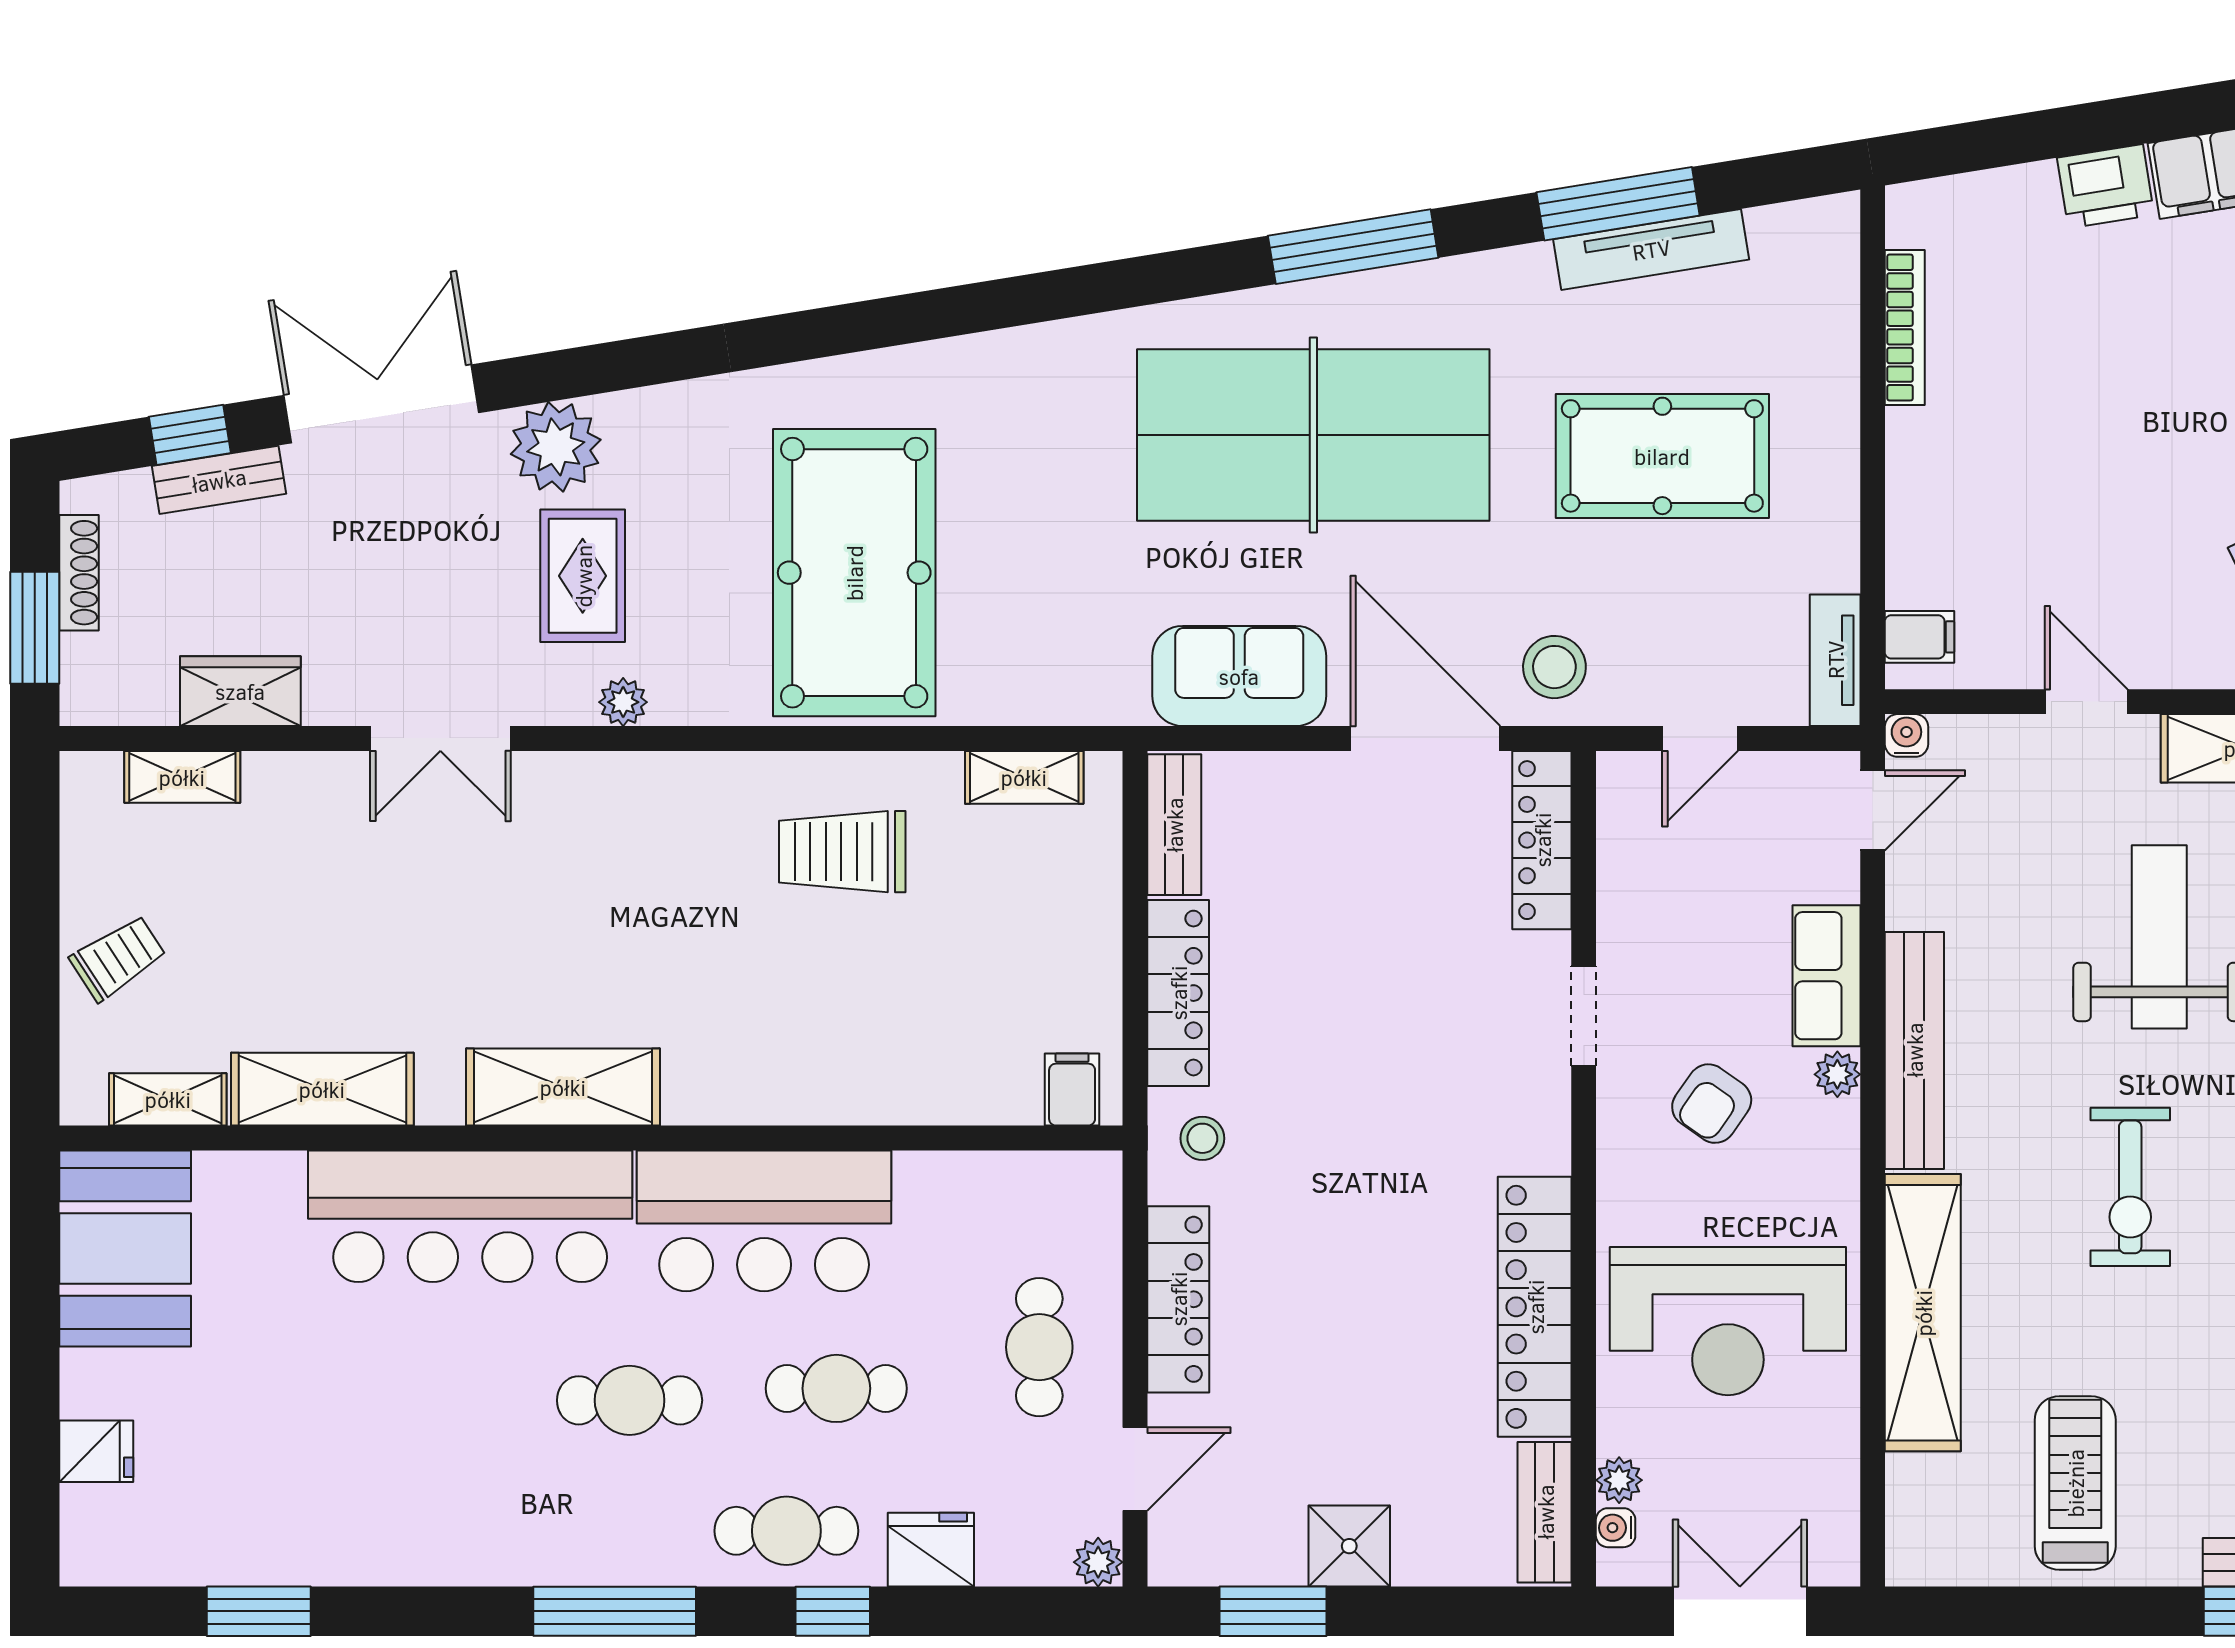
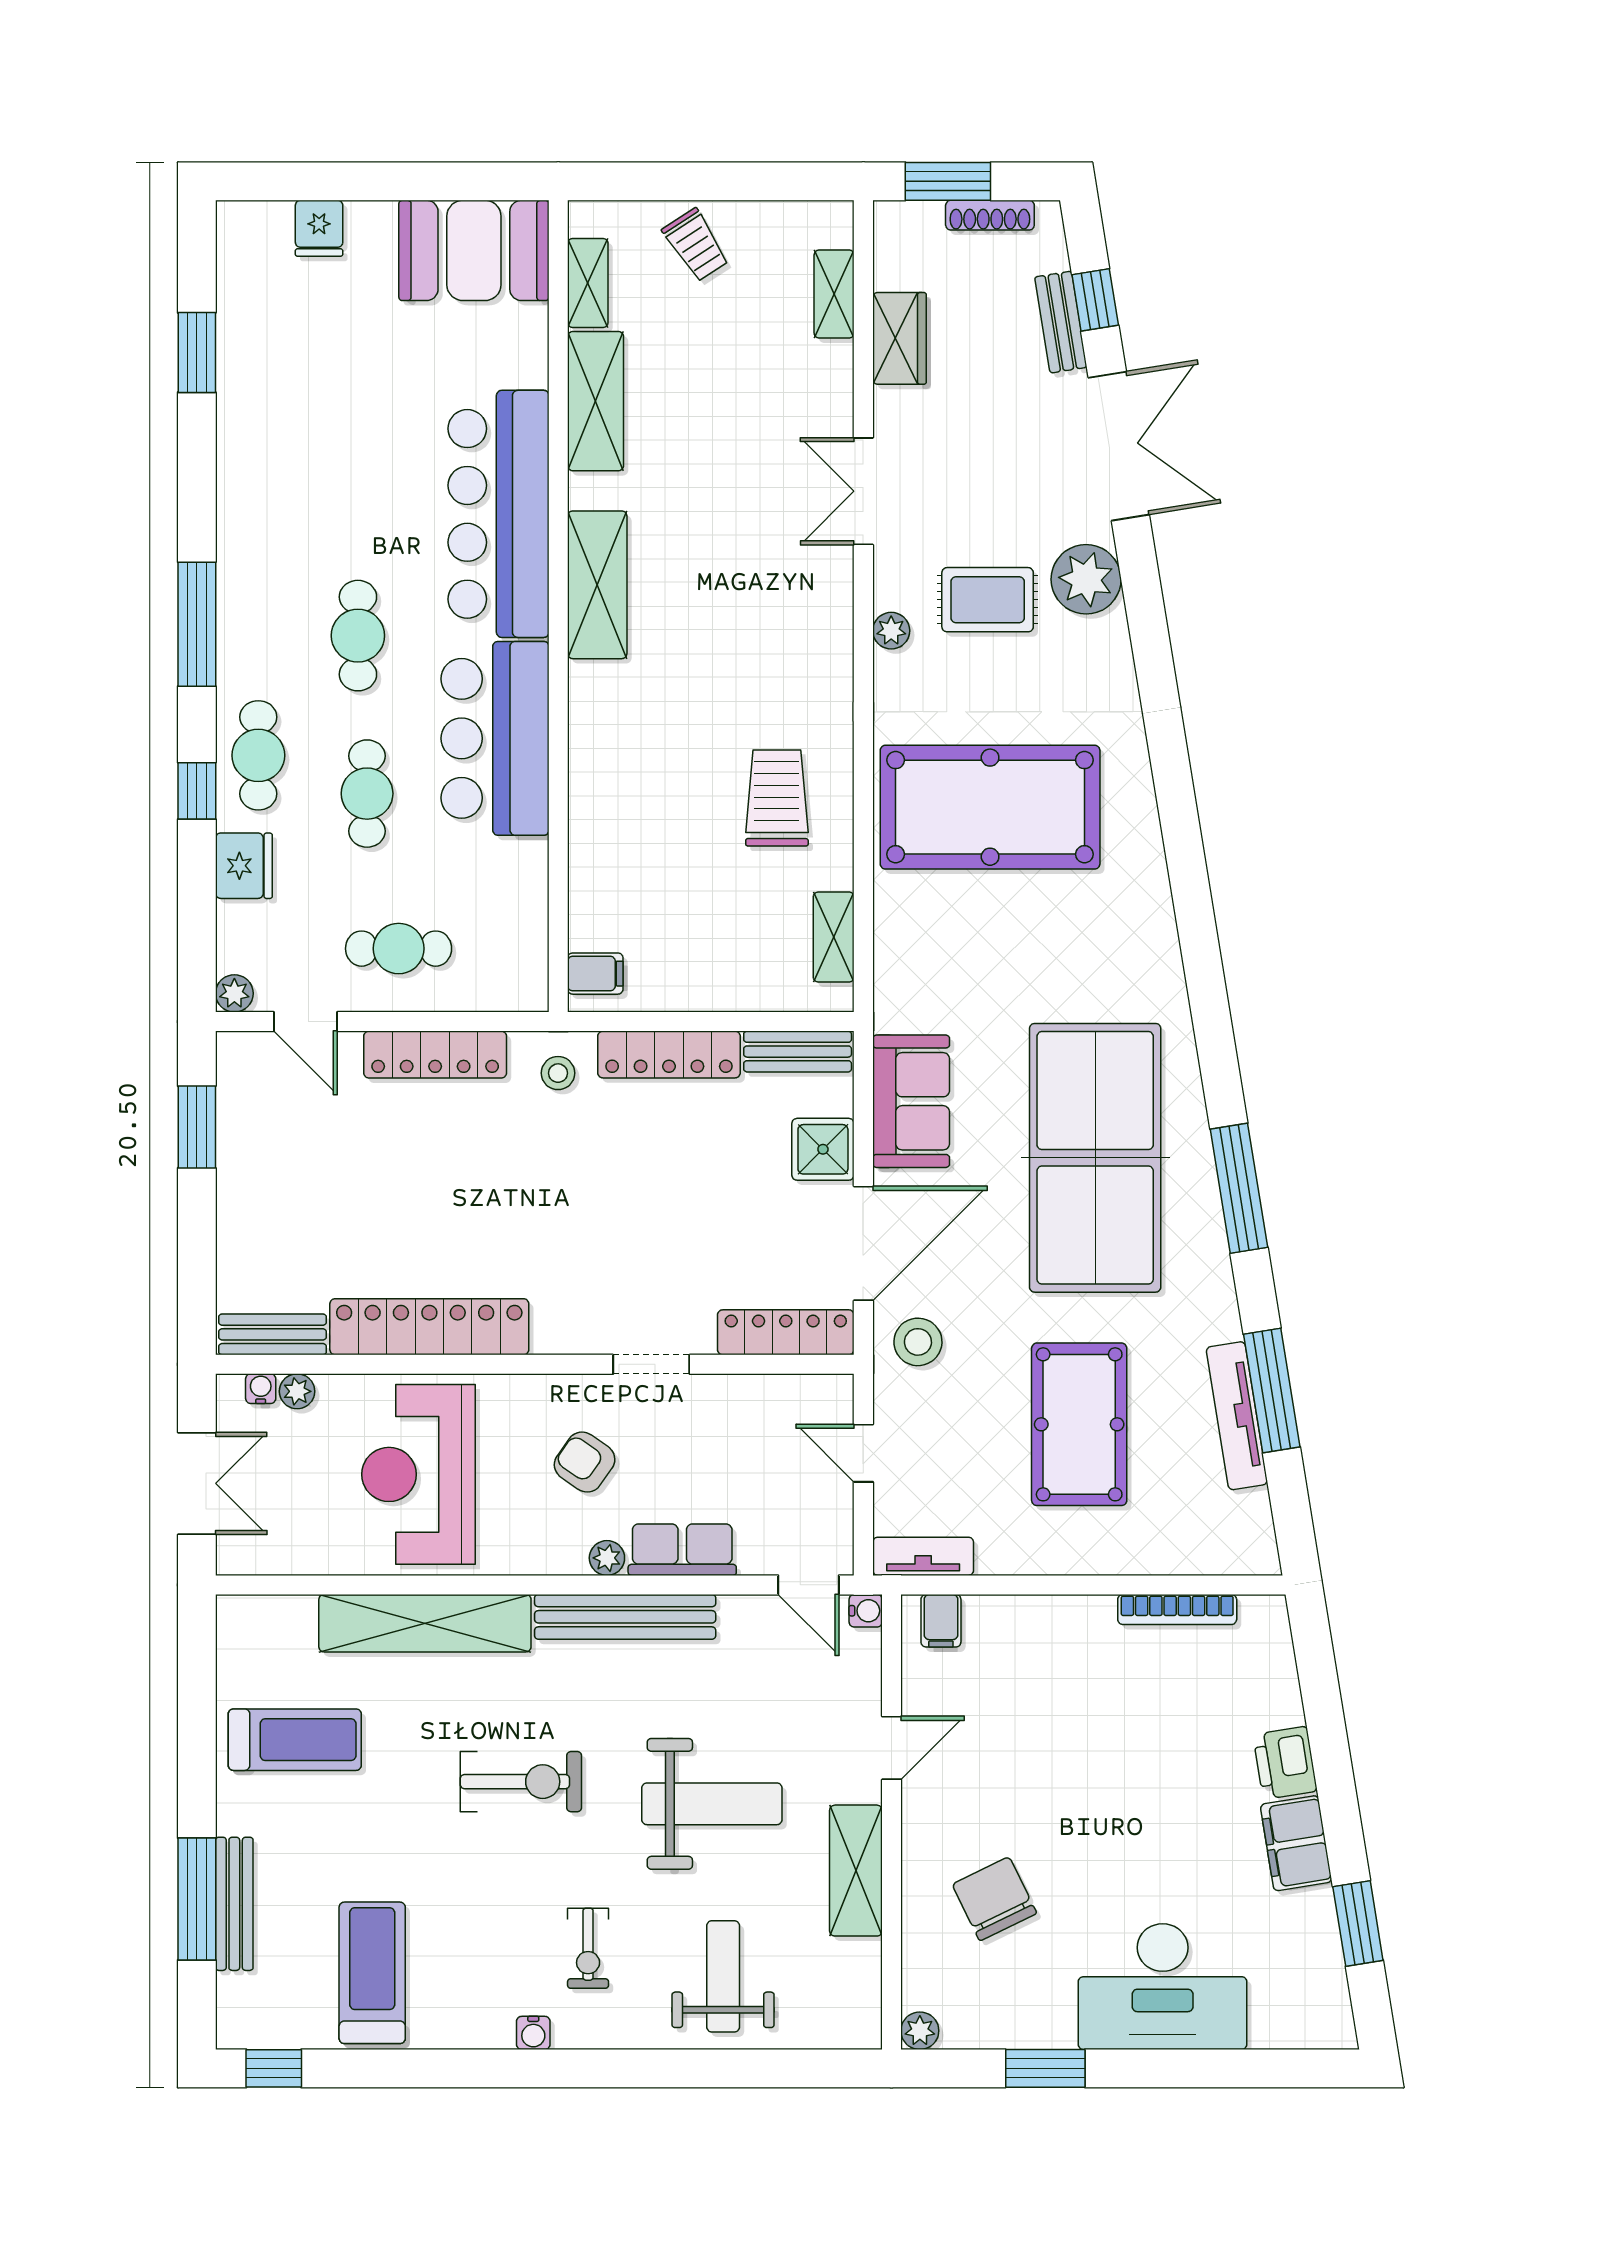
exercise bike: (2130, 1187) -> (521, 1782), turned 180
shower: (1349, 1546) -> (823, 1149), moved

